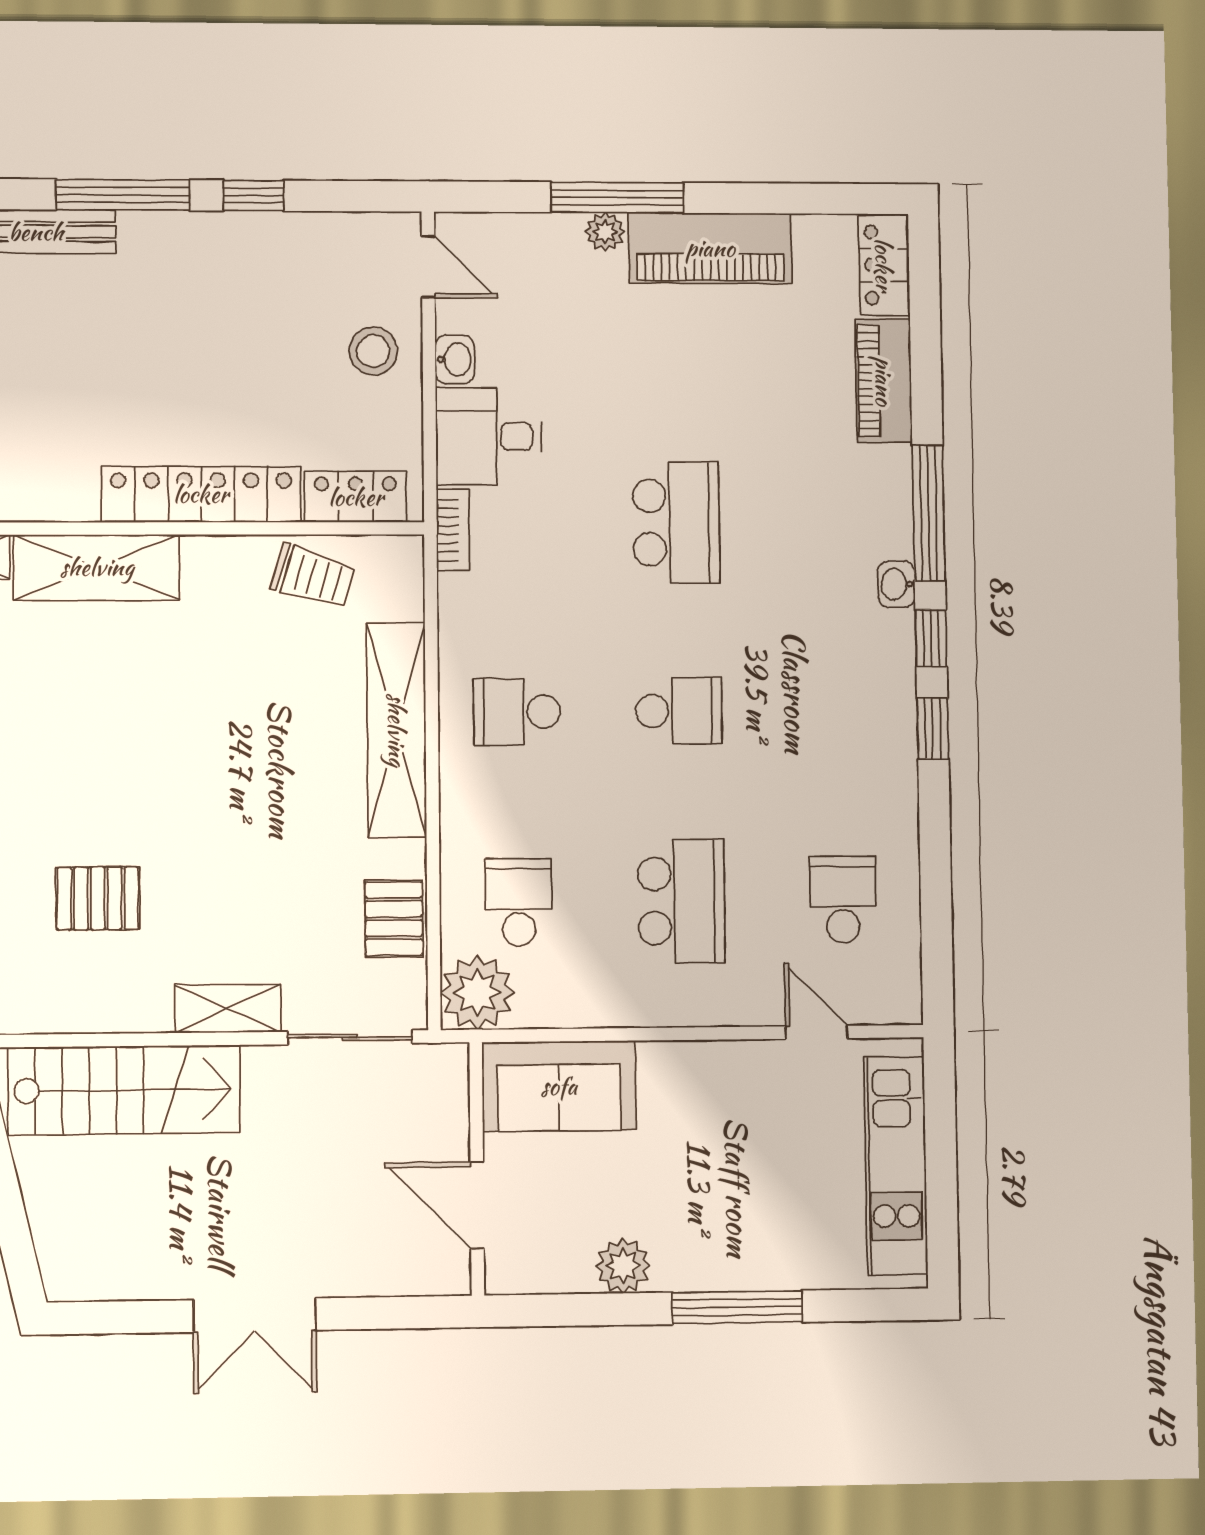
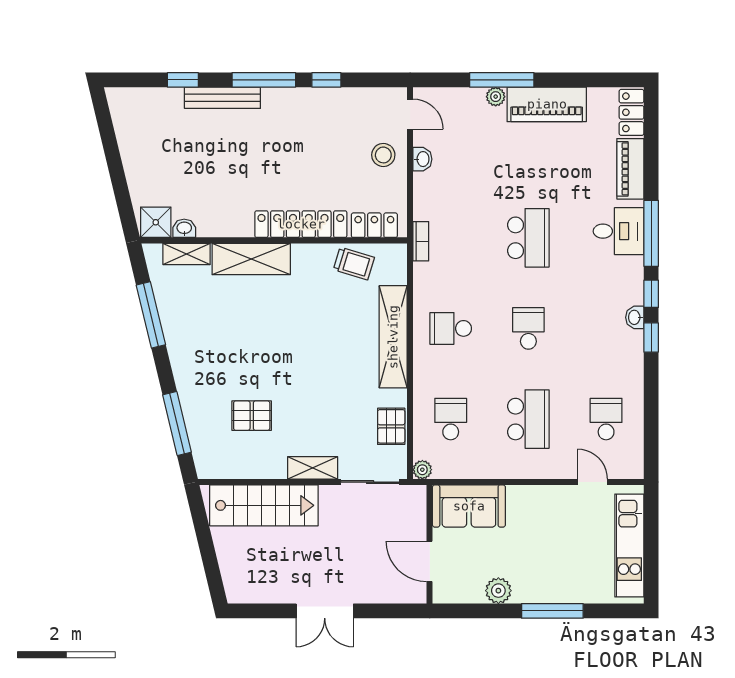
desk: (488, 436) -> (619, 231), moved, turned 180
washbasin: (896, 584) -> (635, 317), moved
school desk: (679, 711) -> (528, 328), turned -90
plant: (477, 992) -> (422, 470), width x0.53, depth x0.53

